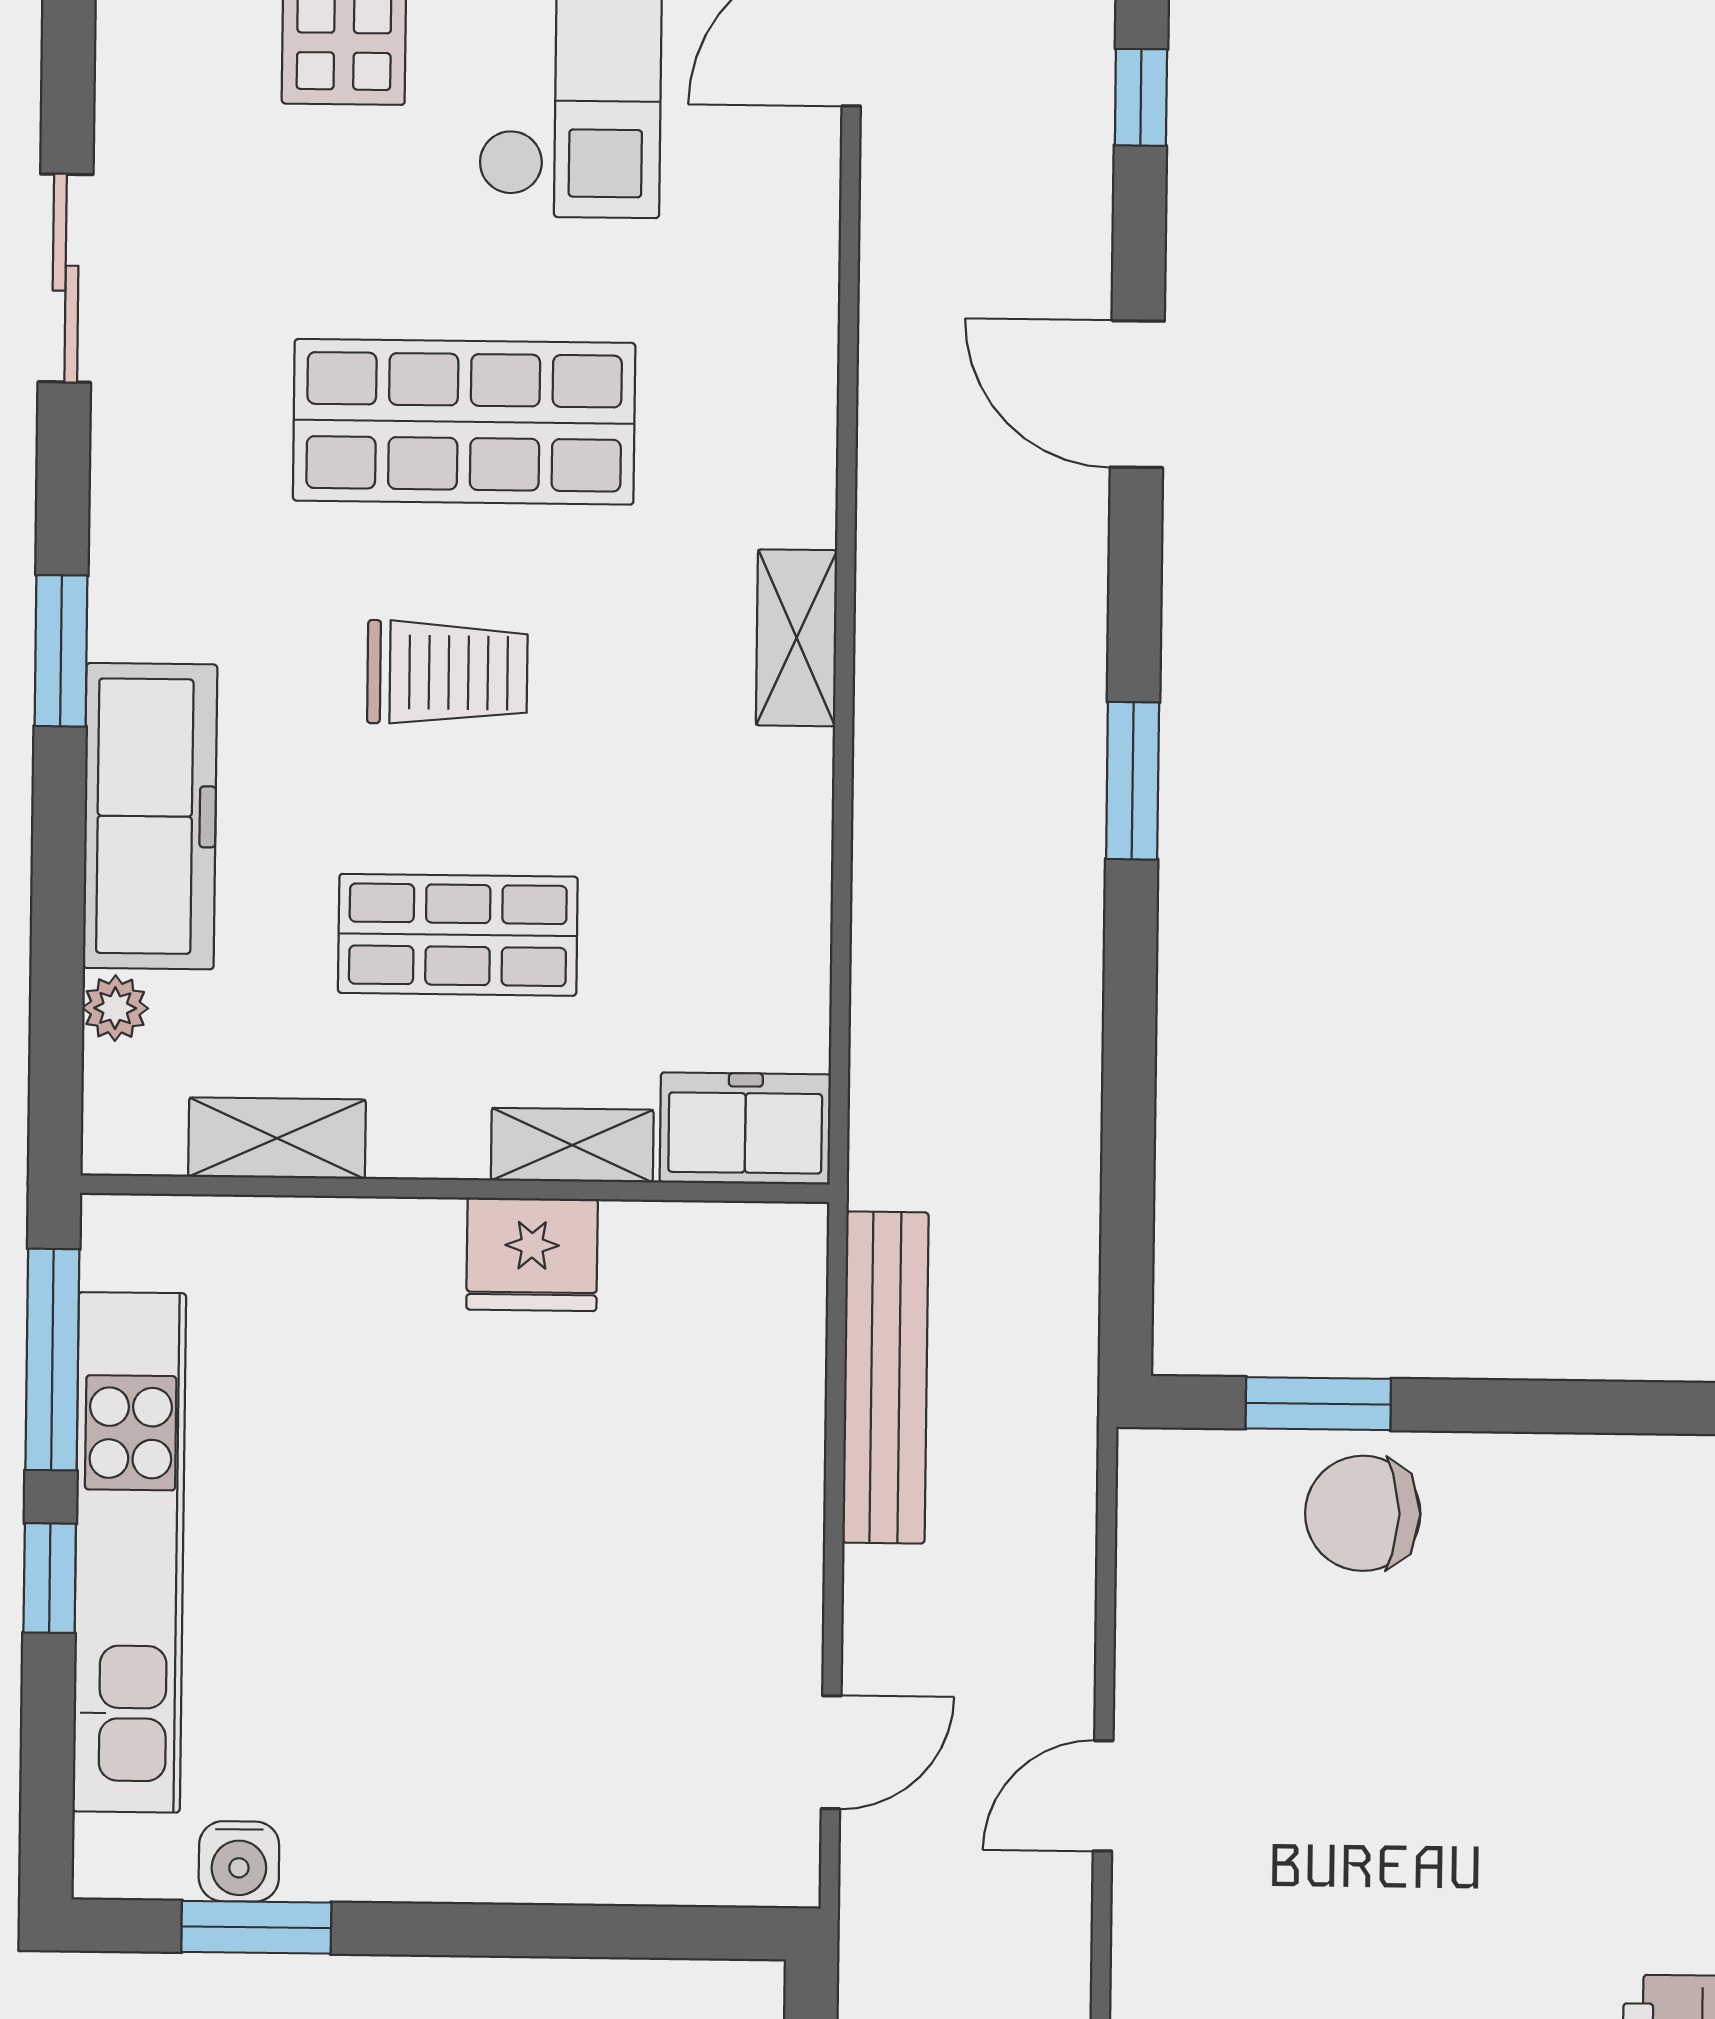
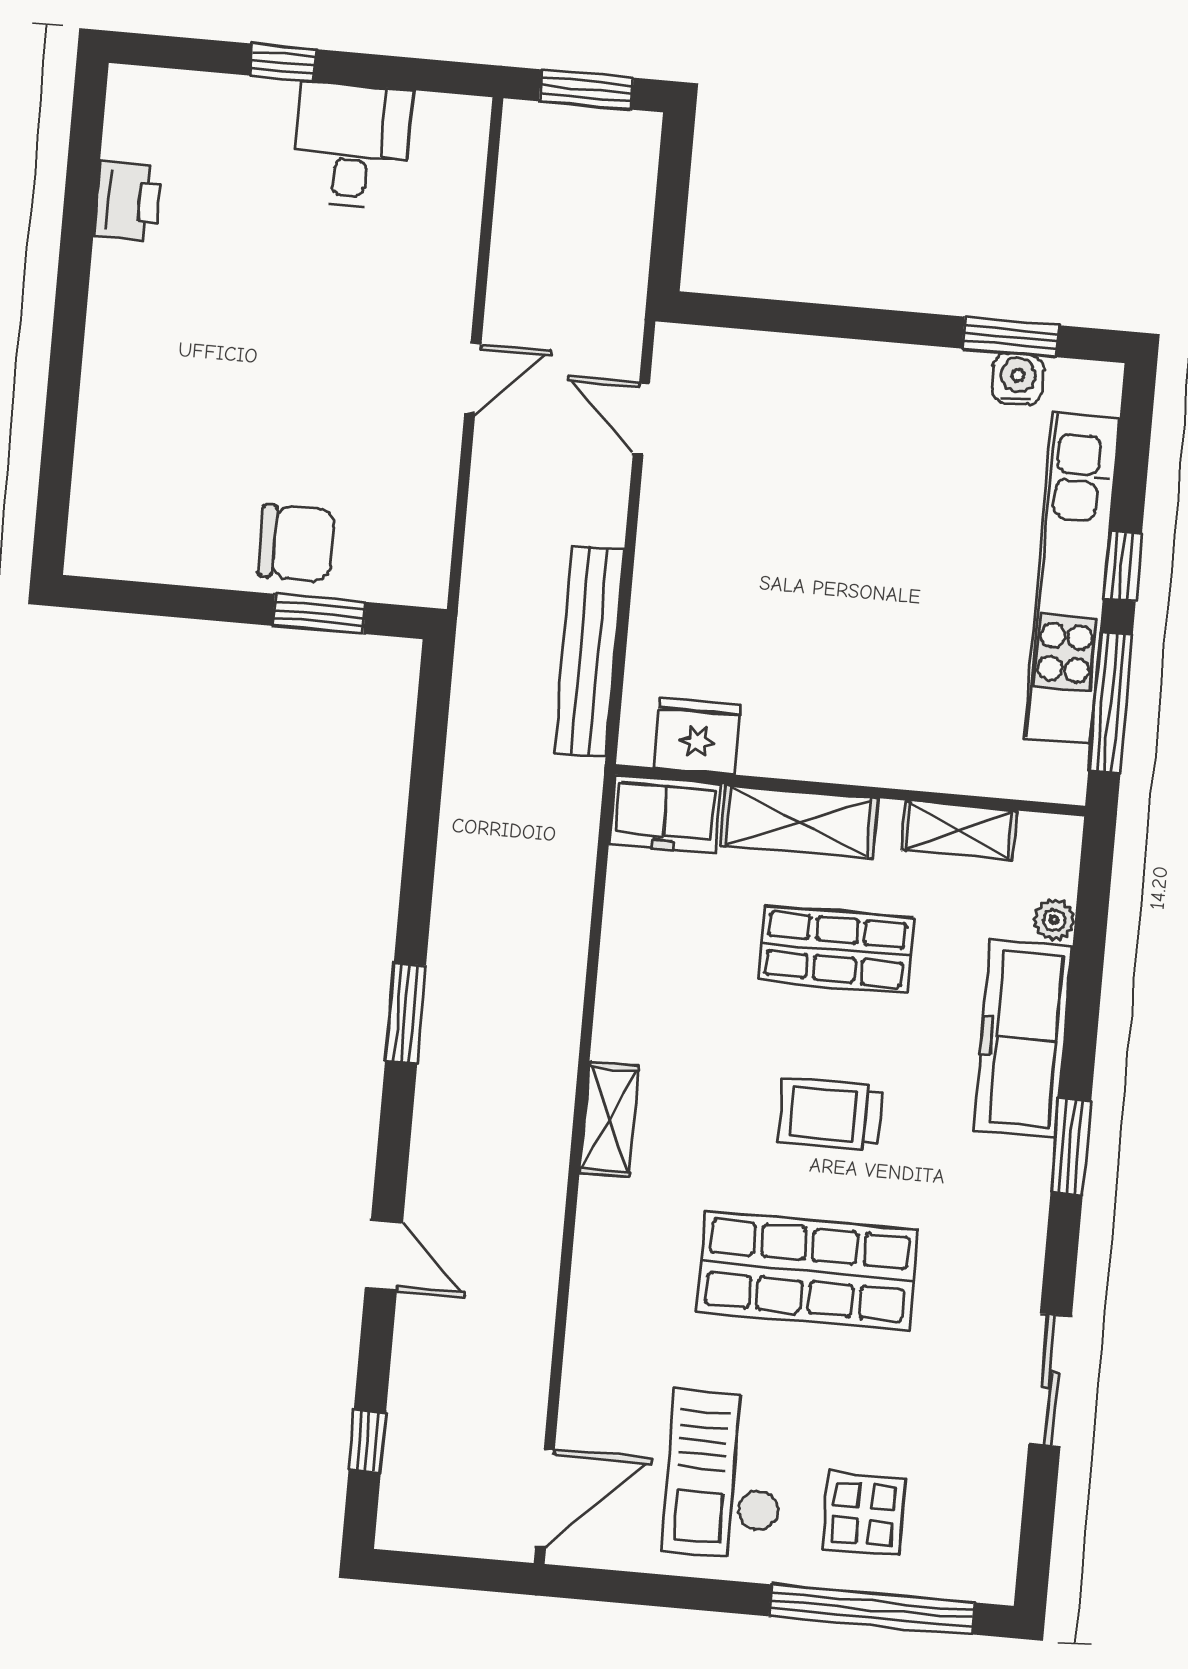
door: (1137, 394) -> (384, 1255), width x0.73
shelving: (572, 1145) -> (799, 822), width x1.50, depth x1.33
fridge: (532, 1254) -> (697, 736), moved
door: (831, 1752) -> (641, 419), hinge flipped

